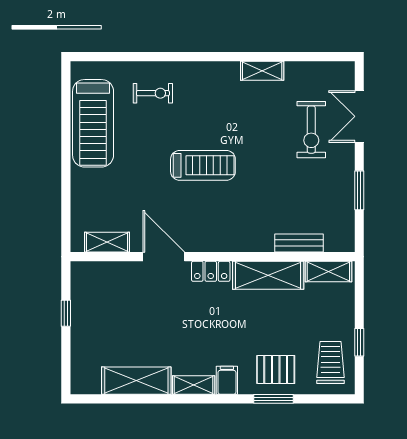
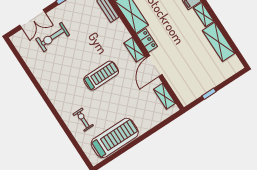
shelving: (262, 71) -> (134, 50), moved
exercise bike: (311, 130) -> (53, 37), turned 180
treadmill: (203, 165) -> (101, 76), turned 90

